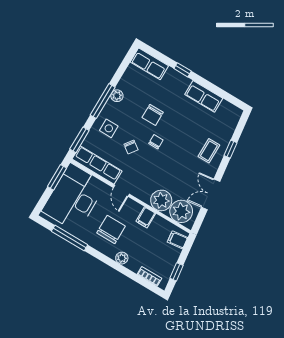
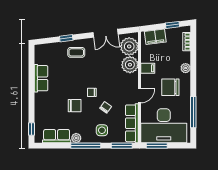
row of seats: (149, 64) -> (57, 136), moved, turned -90
window: (183, 70) -> (32, 129), moved
filing cabinet: (177, 240) -> (155, 37), width x2.00

